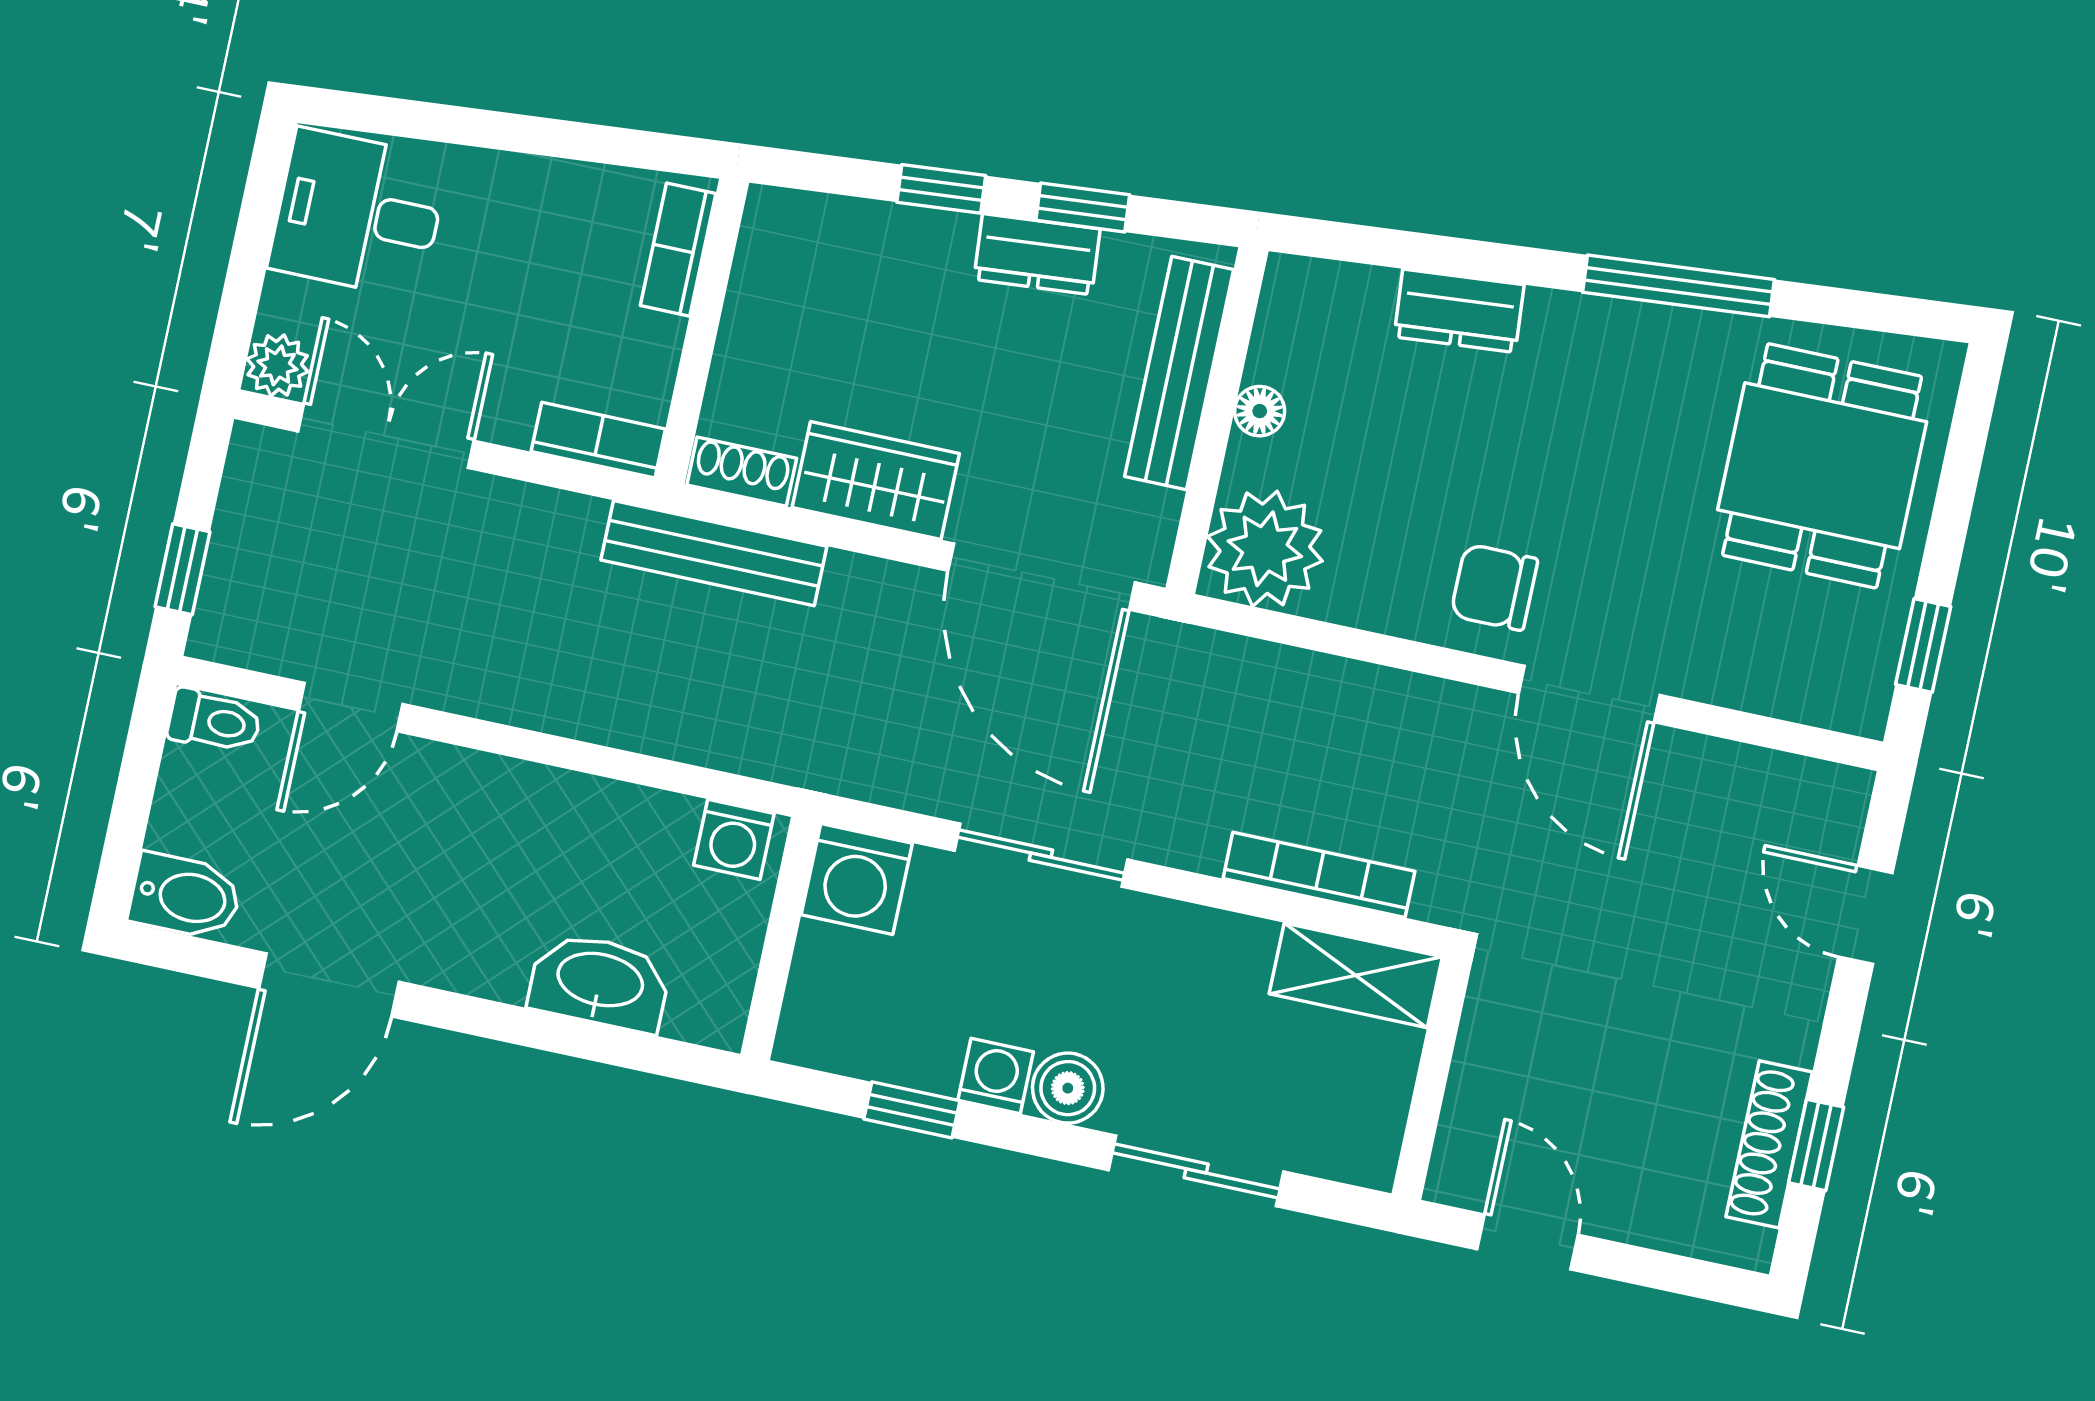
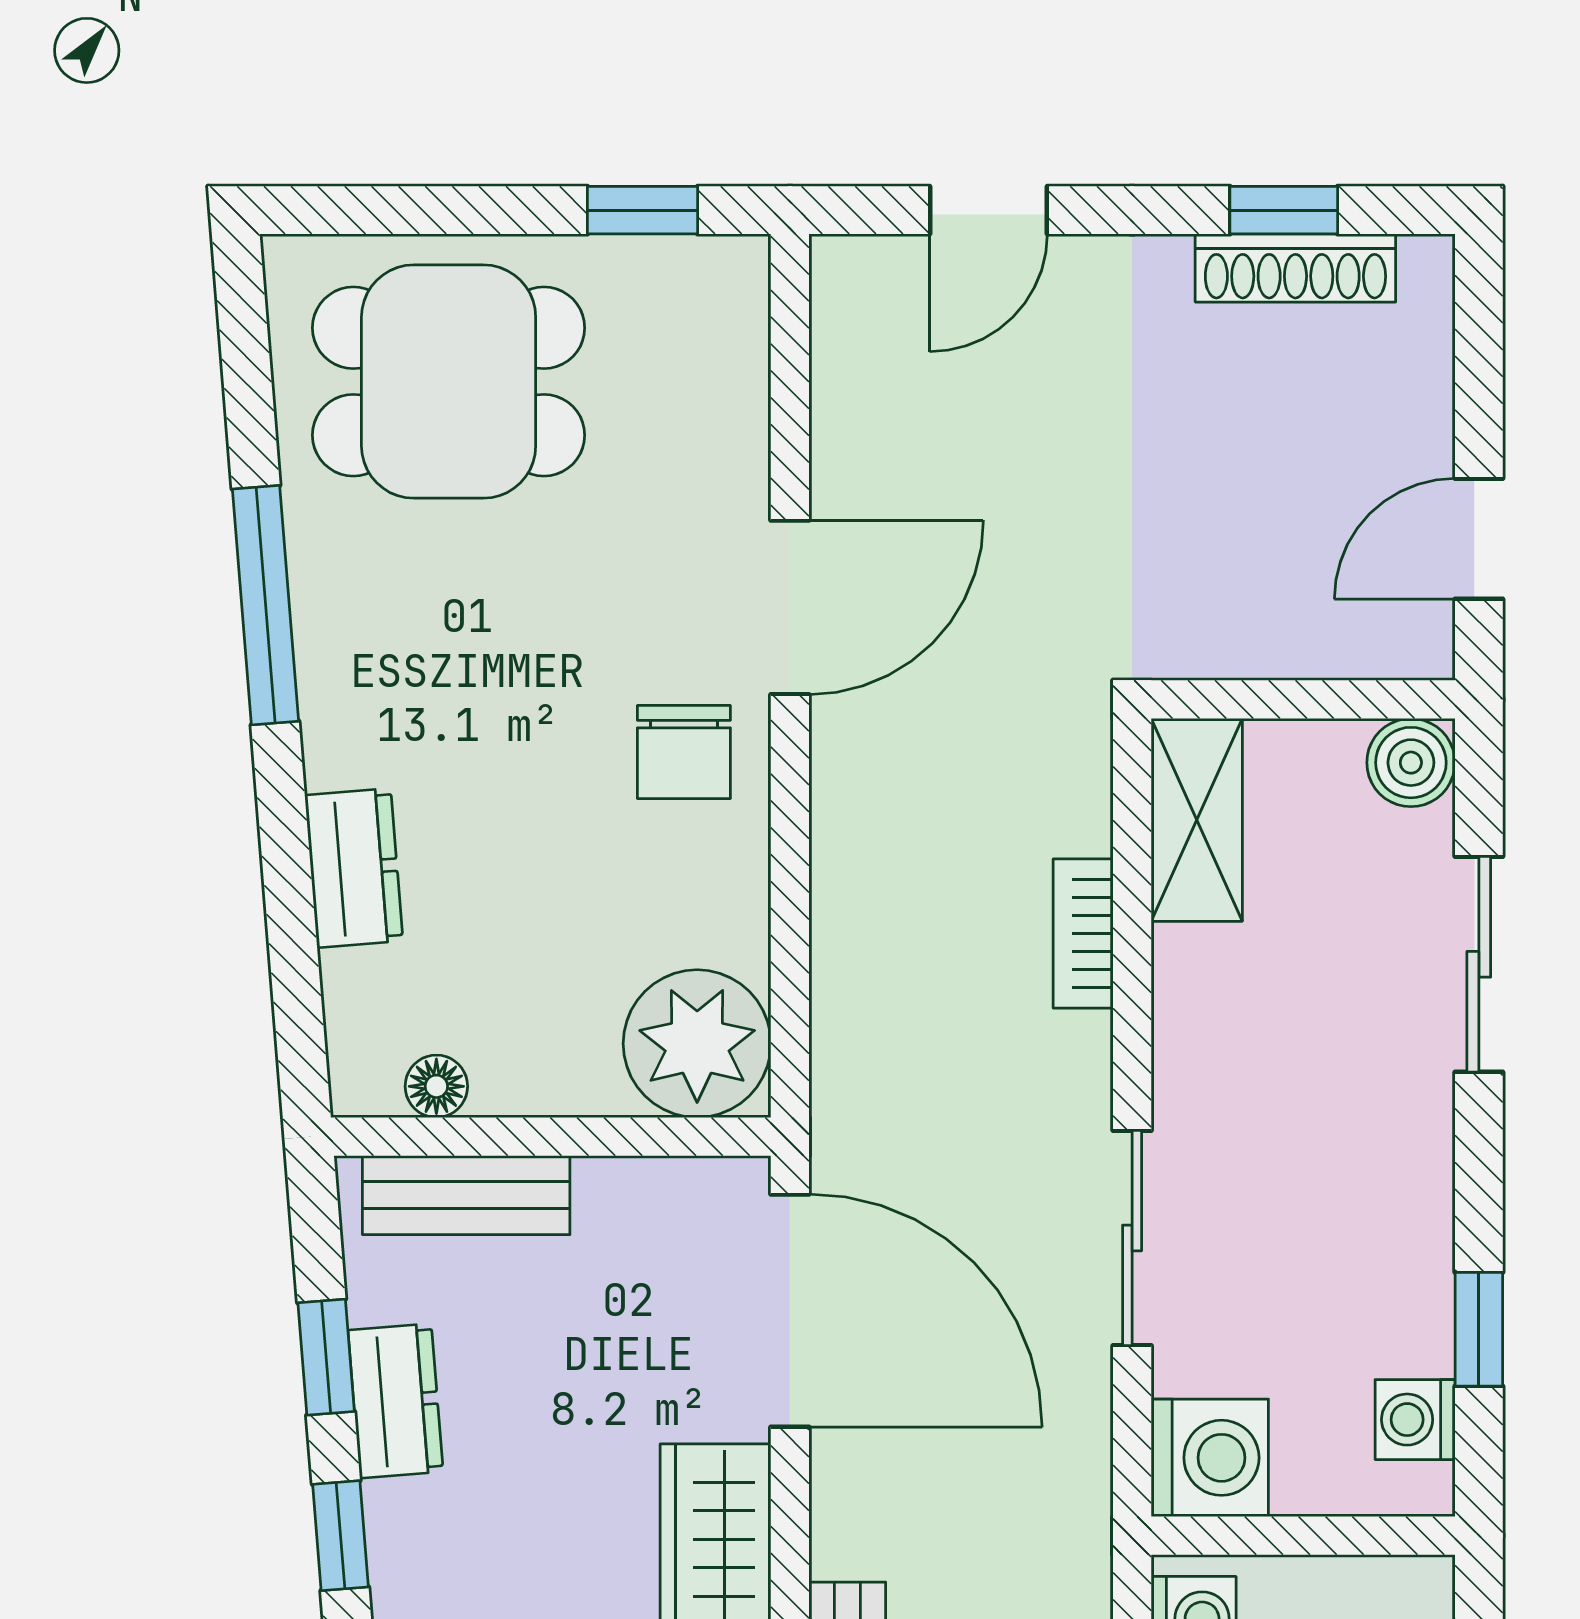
bench: (1179, 373) -> (466, 1195), width x0.73
floor lamp: (1260, 411) -> (436, 1086), moved
door: (1041, 577) -> (790, 1311), hinge flipped
bookcase: (1319, 875) -> (1083, 934), width x0.64
washing machine: (996, 1076) -> (1415, 1420), moved
boiler: (1068, 1088) -> (1411, 763), moved

